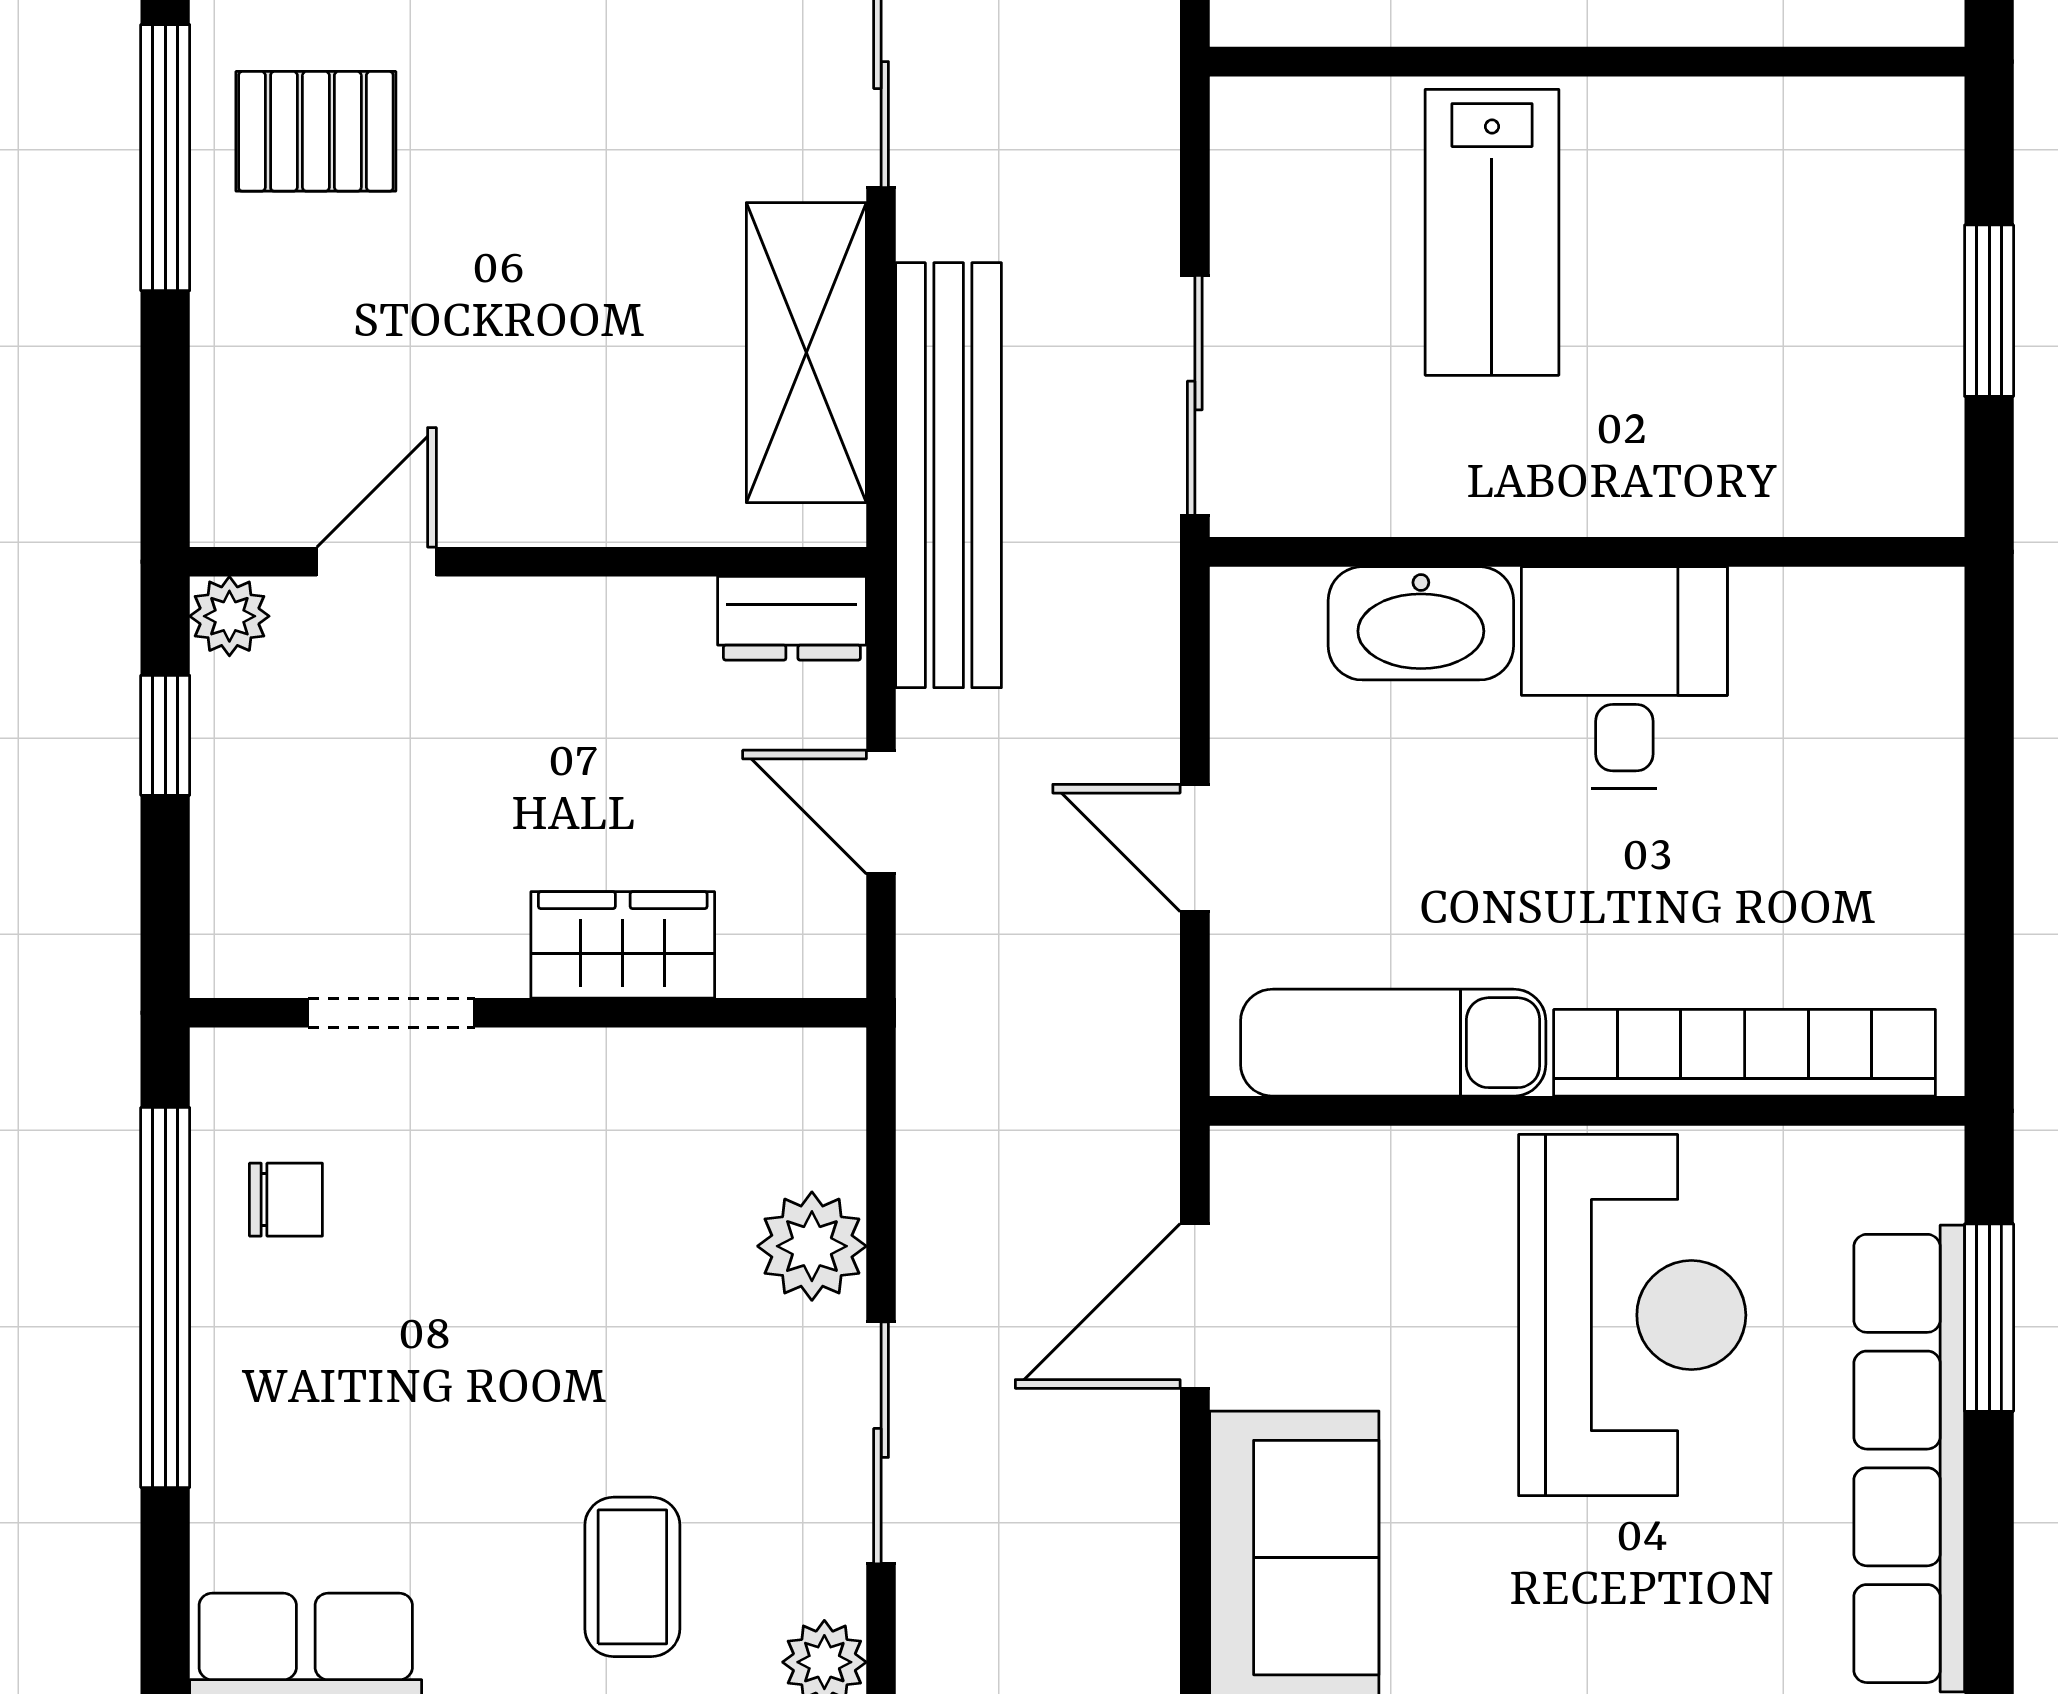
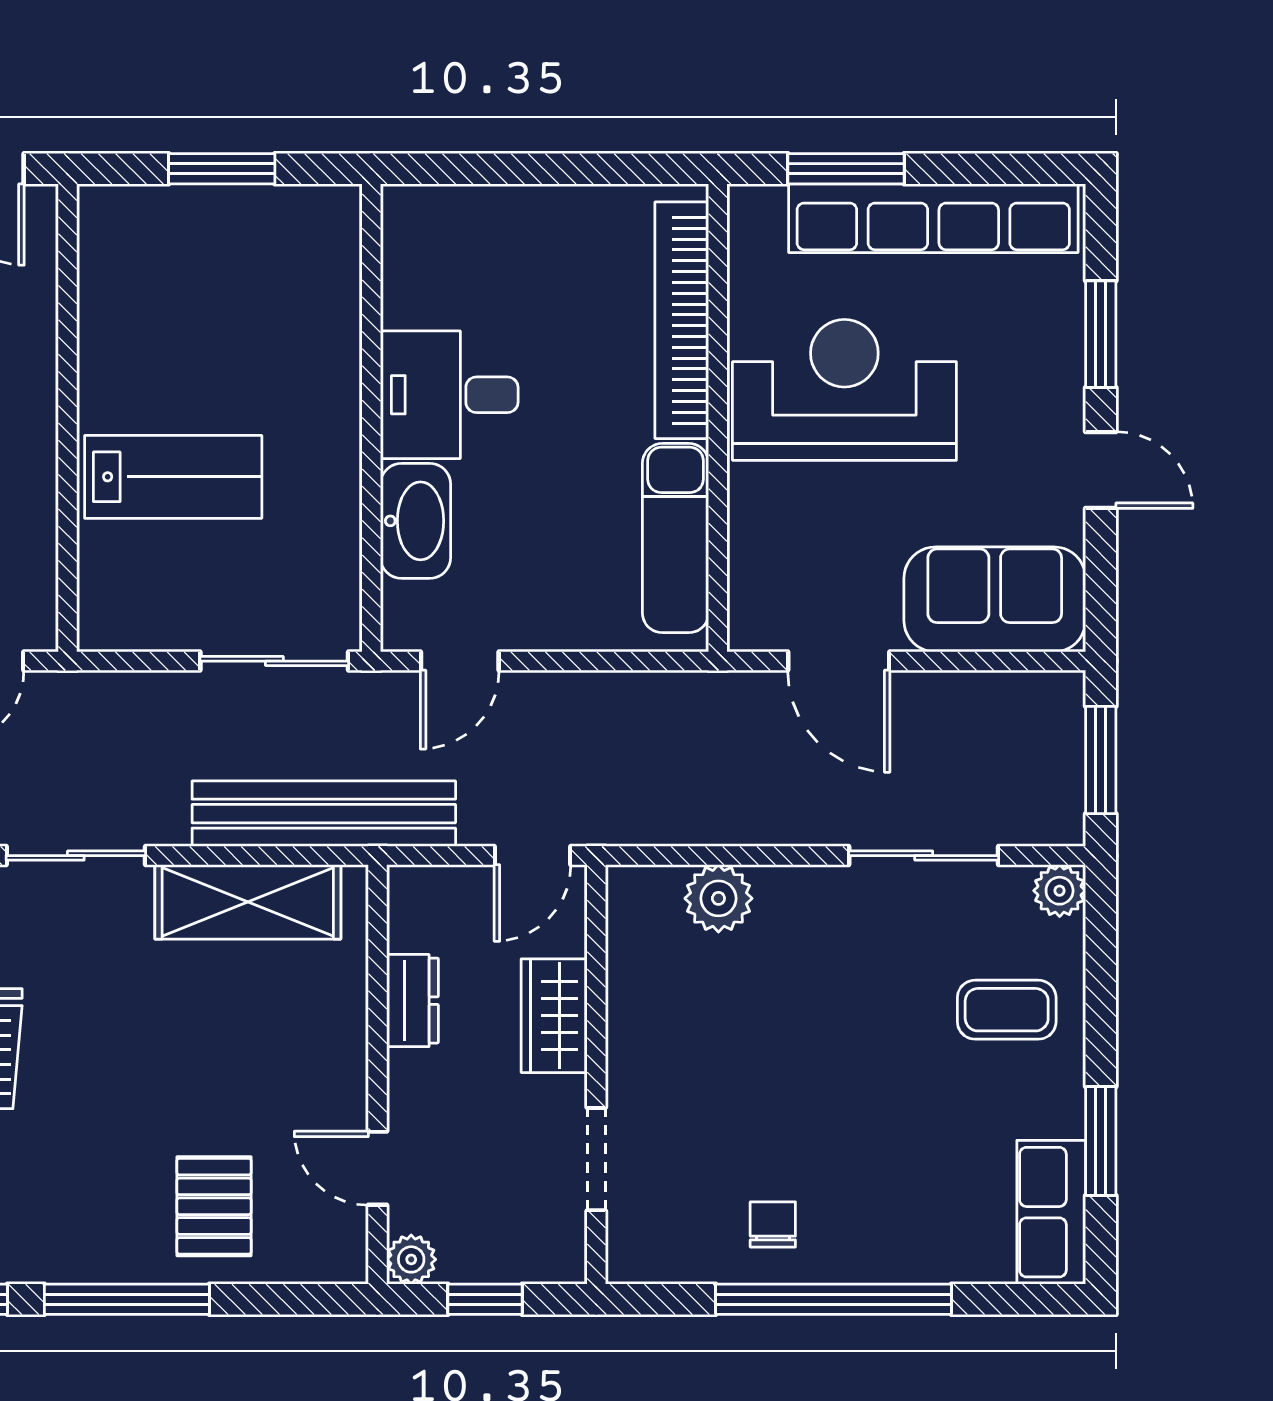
pallet: (316, 131) -> (214, 1206), moved
dresser: (792, 618) -> (412, 1001), moved
door: (1195, 848) -> (460, 661), moved
wardrobe: (623, 945) -> (554, 1016), moved
doorway: (391, 1013) -> (596, 1159), moved
wall: (528, 1013) -> (596, 1074), moved
plant: (812, 1246) -> (718, 898), moved

